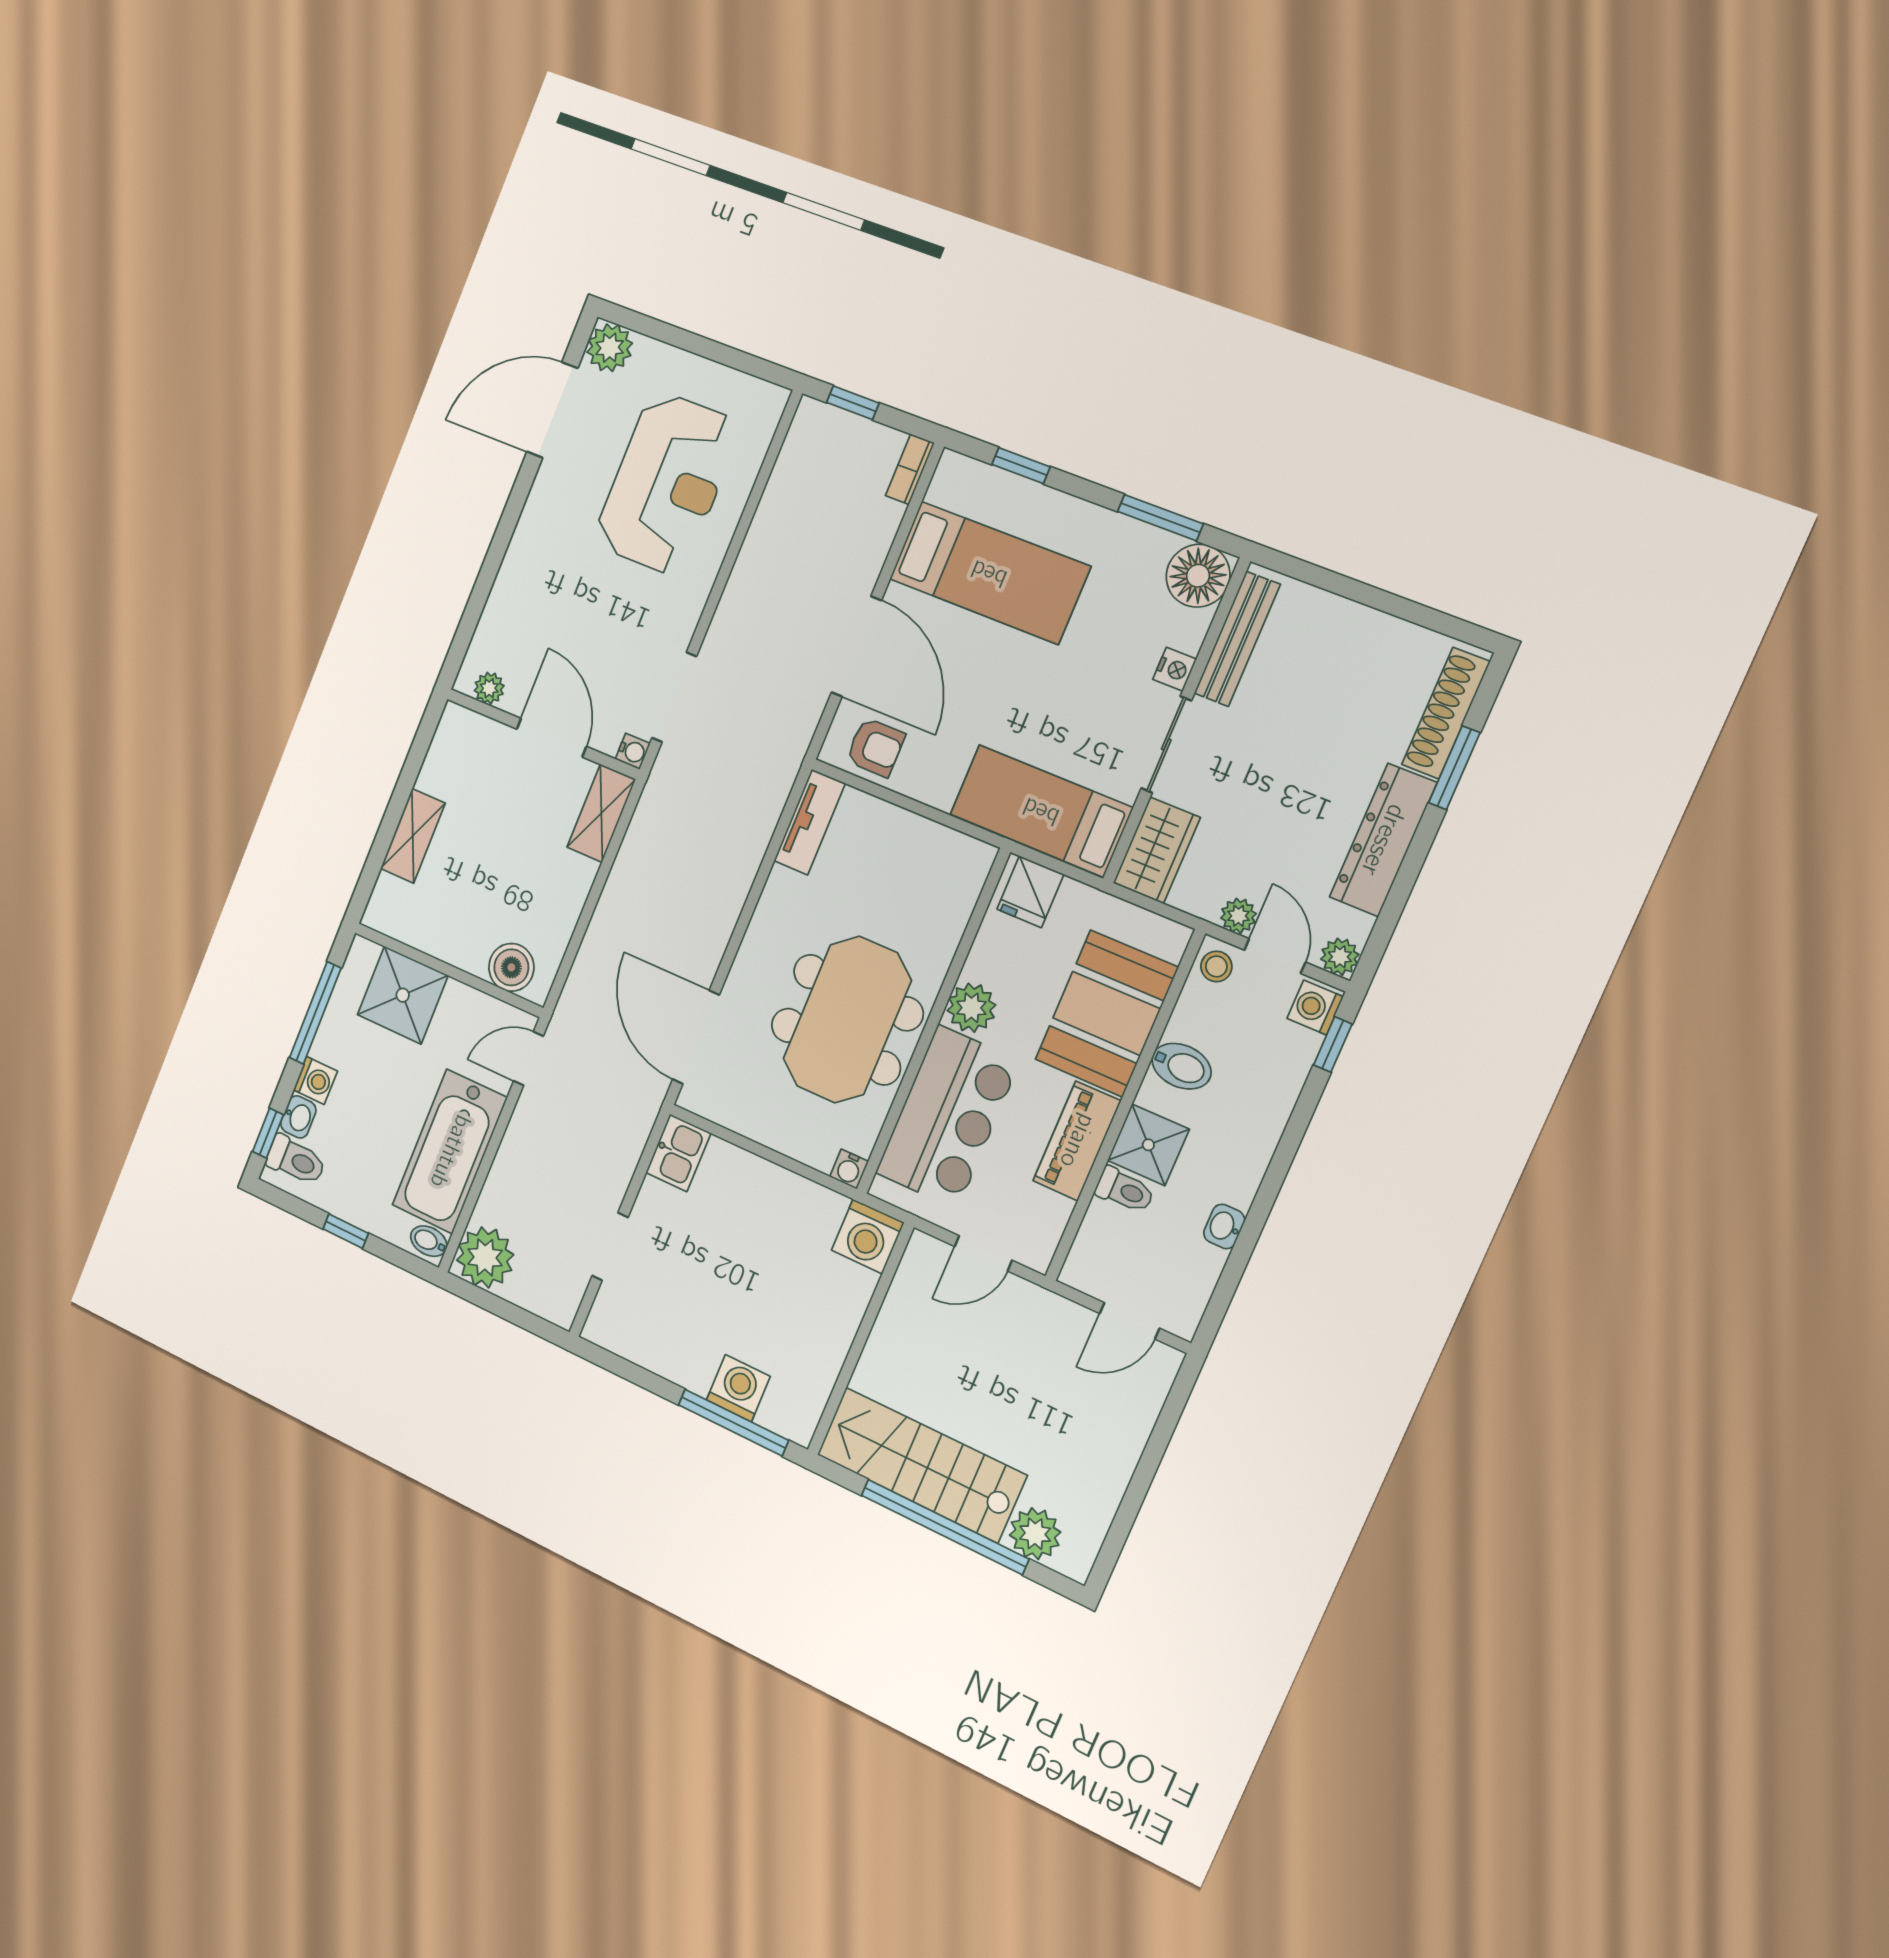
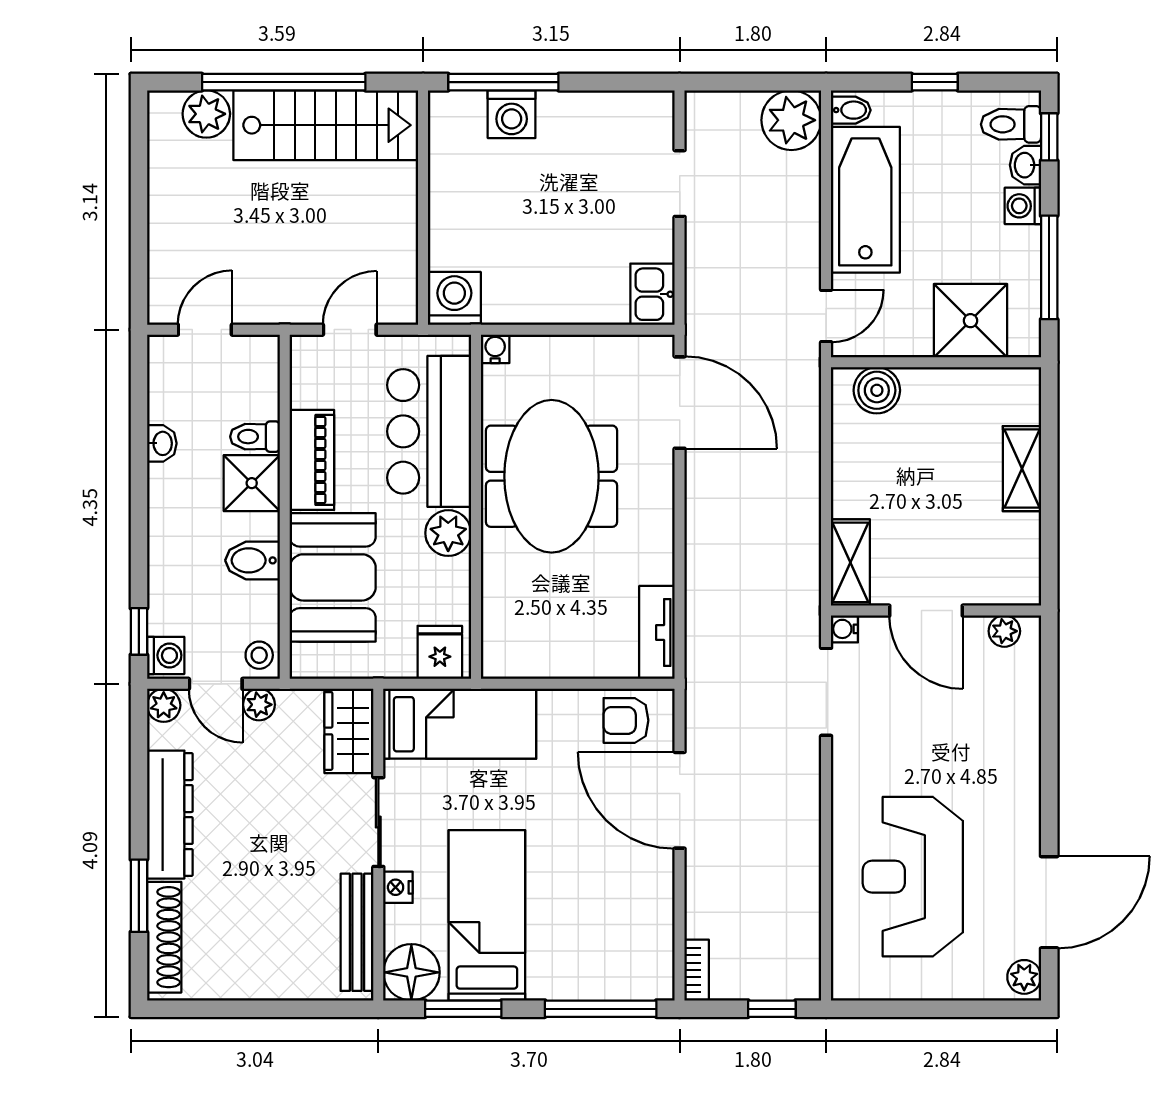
plant: (610, 348) -> (1024, 977), width x0.73, depth x0.73
window: (1021, 466) -> (601, 1009), width x2.17
bed: (989, 573) -> (487, 915), moved, turned 90

